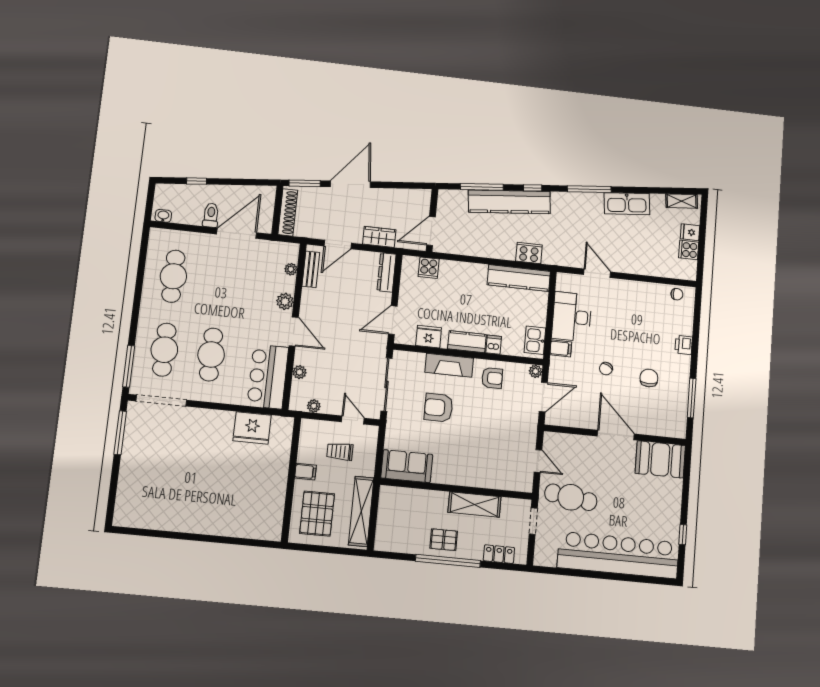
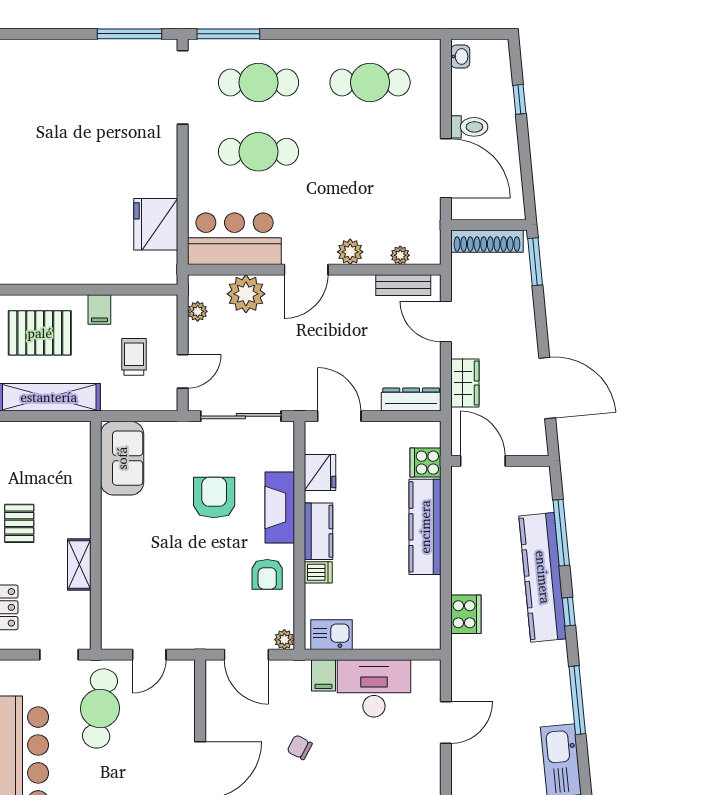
door: (350, 184) -> (547, 388), moved
kitchen counter: (519, 278) -> (425, 527), moved
plant: (300, 372) -> (246, 294), width x1.87, depth x1.87
shelving: (475, 504) -> (79, 565), width x0.67, depth x0.75

